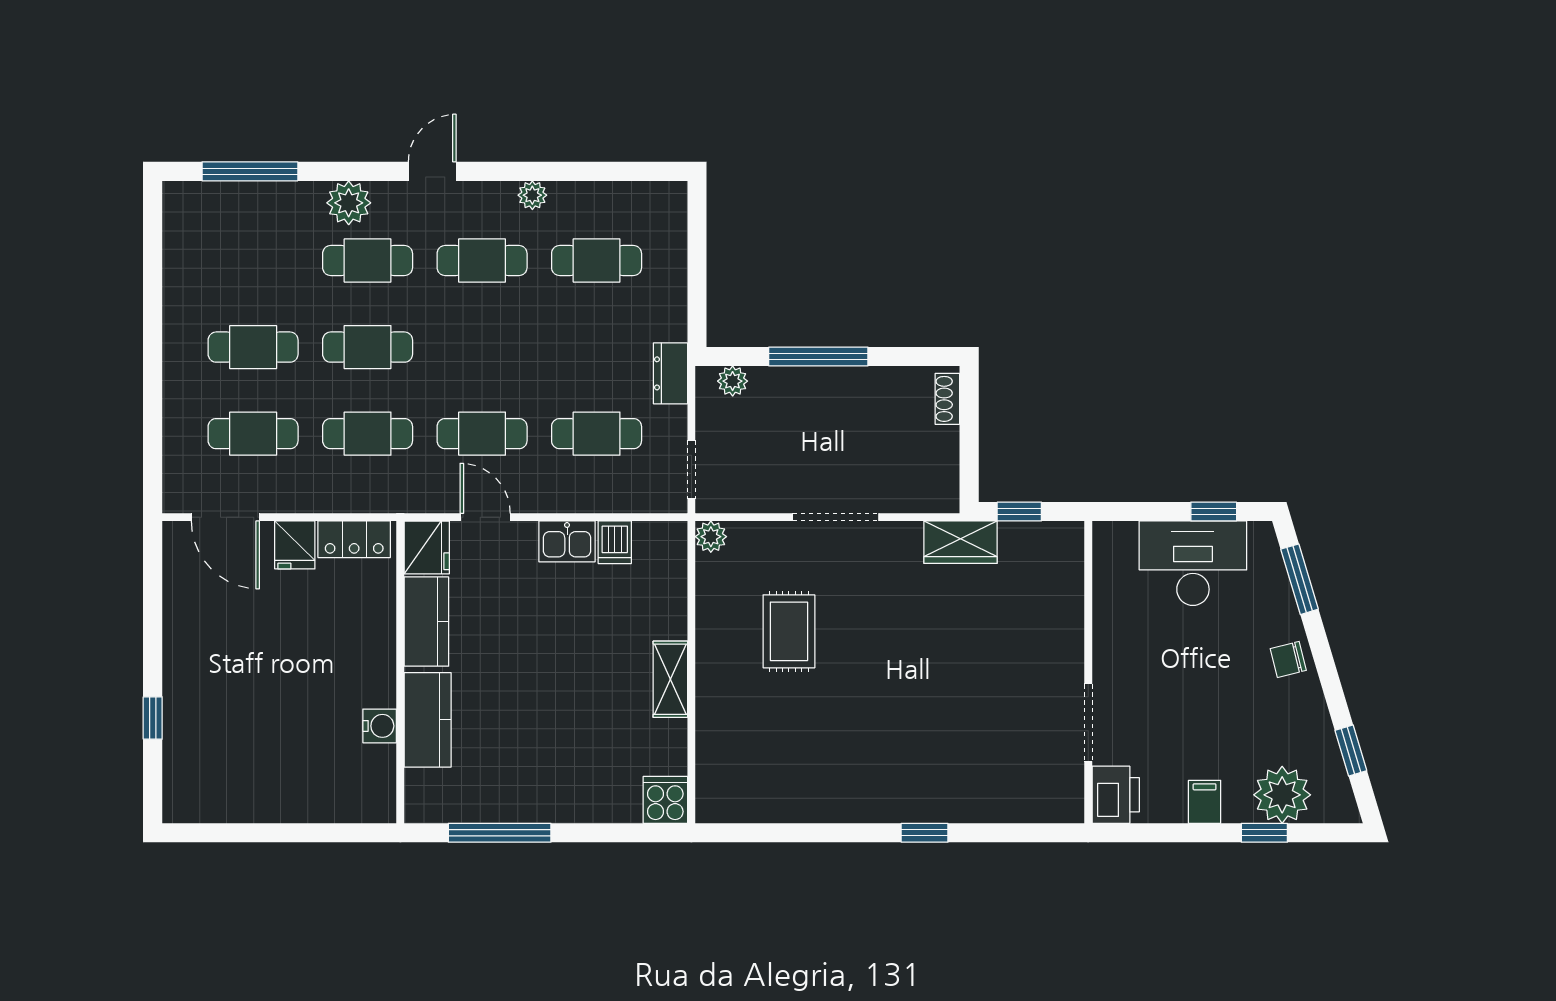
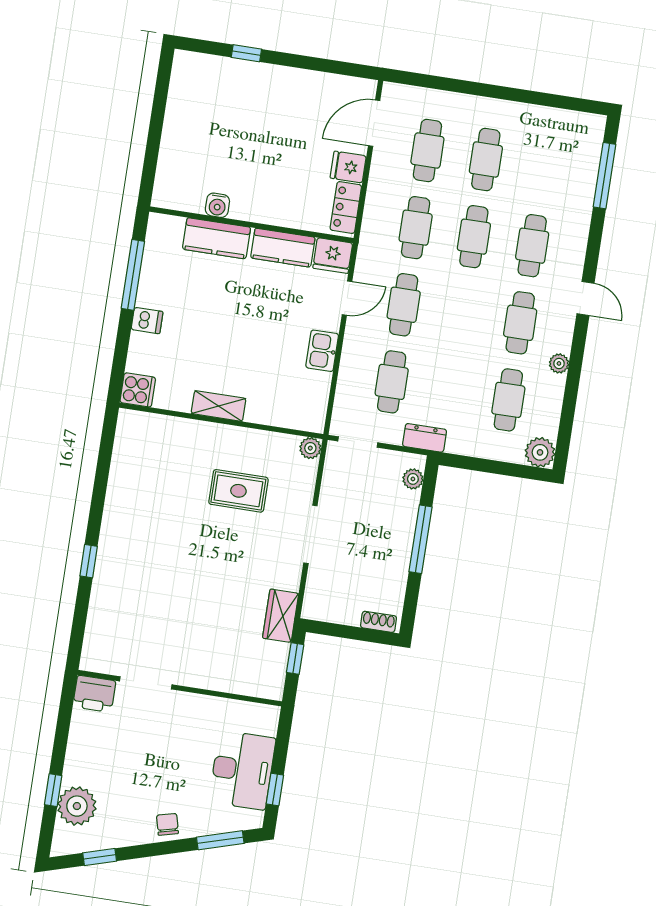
plant: (349, 203) -> (540, 452), moved
dishwasher: (615, 542) -> (147, 321), moved, turned 180
filing cabinet: (1205, 802) -> (80, 753), removed

